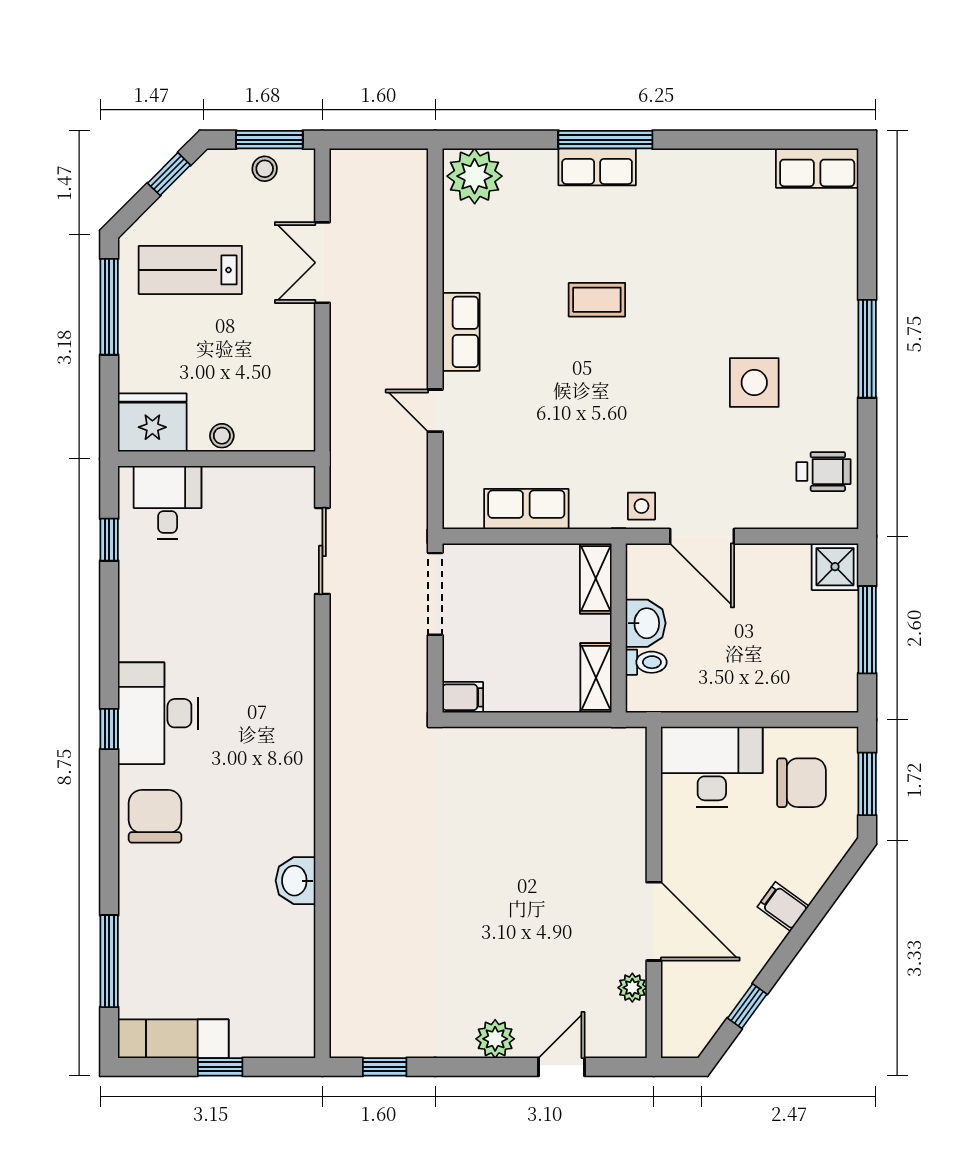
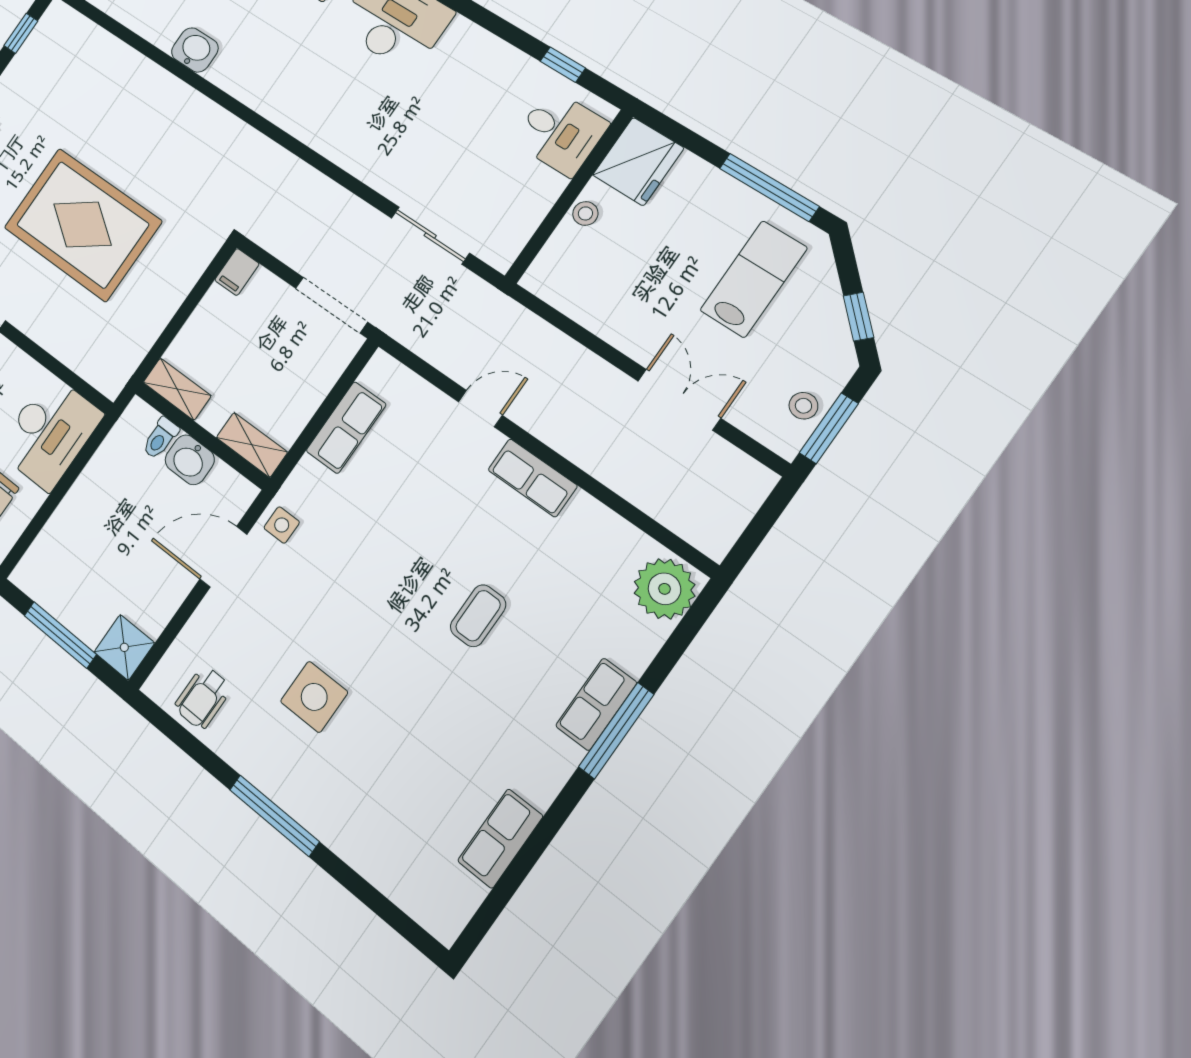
row of seats: (817, 168) -> (500, 839), moved
rug: (516, 872) -> (82, 224), added

